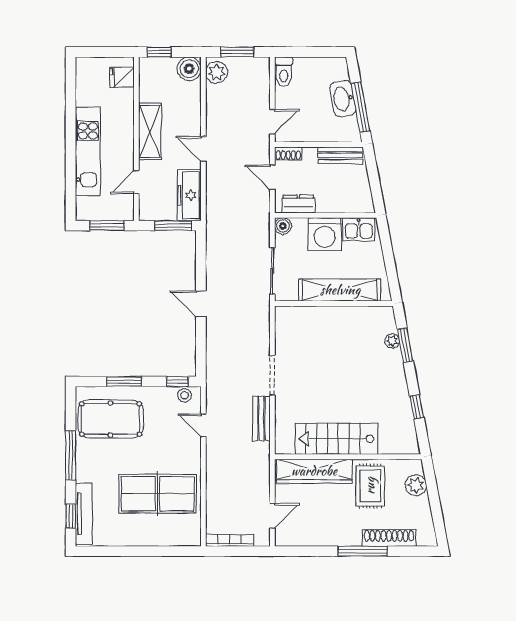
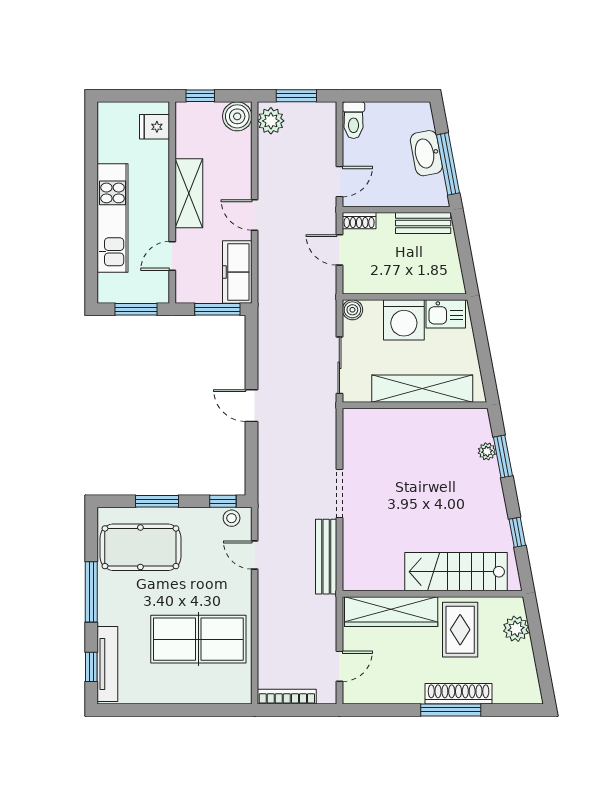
dresser: (298, 204) -> (371, 283), removed
bench: (261, 418) -> (326, 557), width x1.36
stairs: (337, 439) -> (456, 572), moved
shoe rack: (389, 538) -> (459, 694), moved

